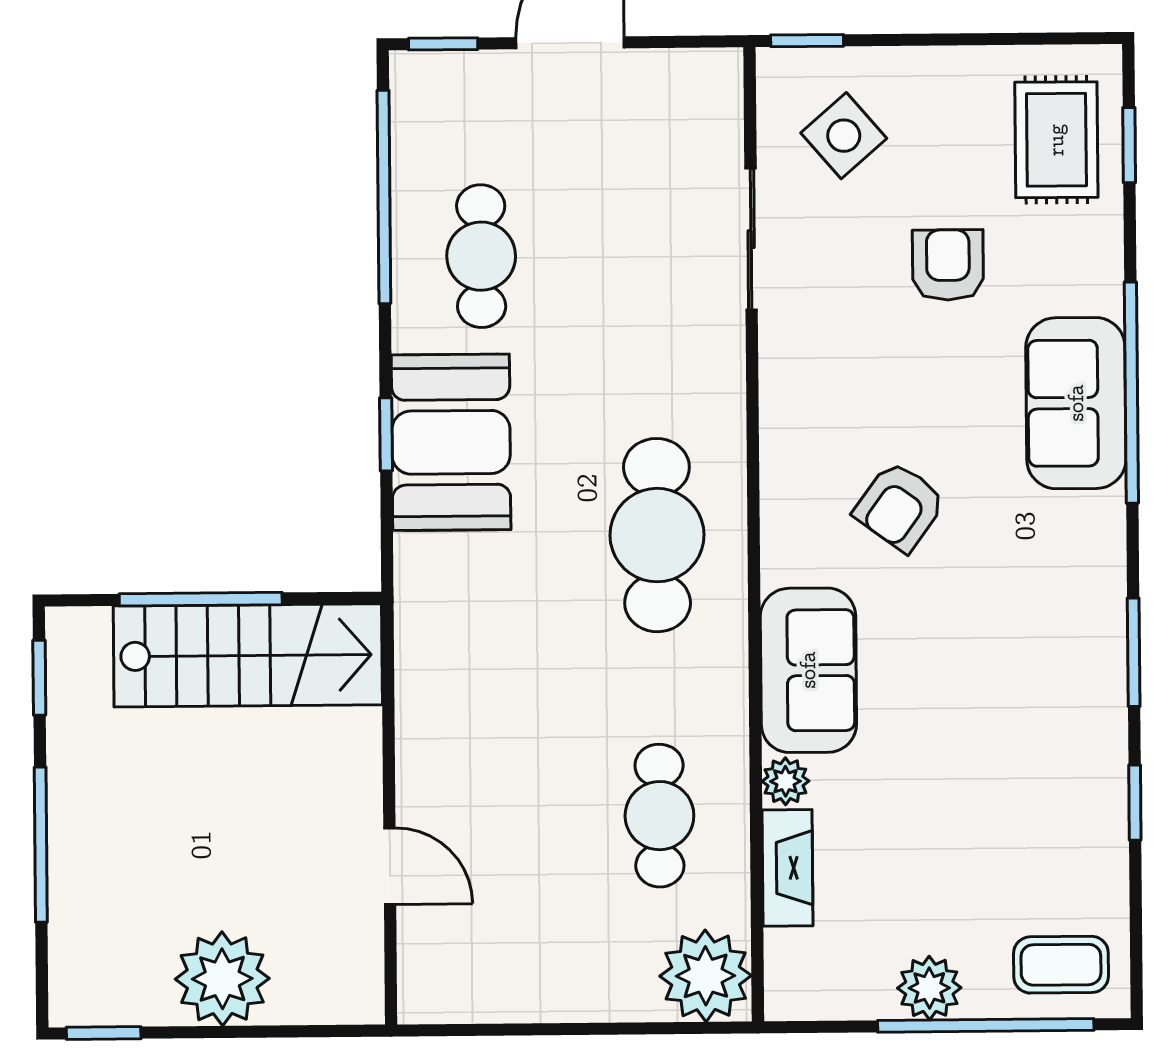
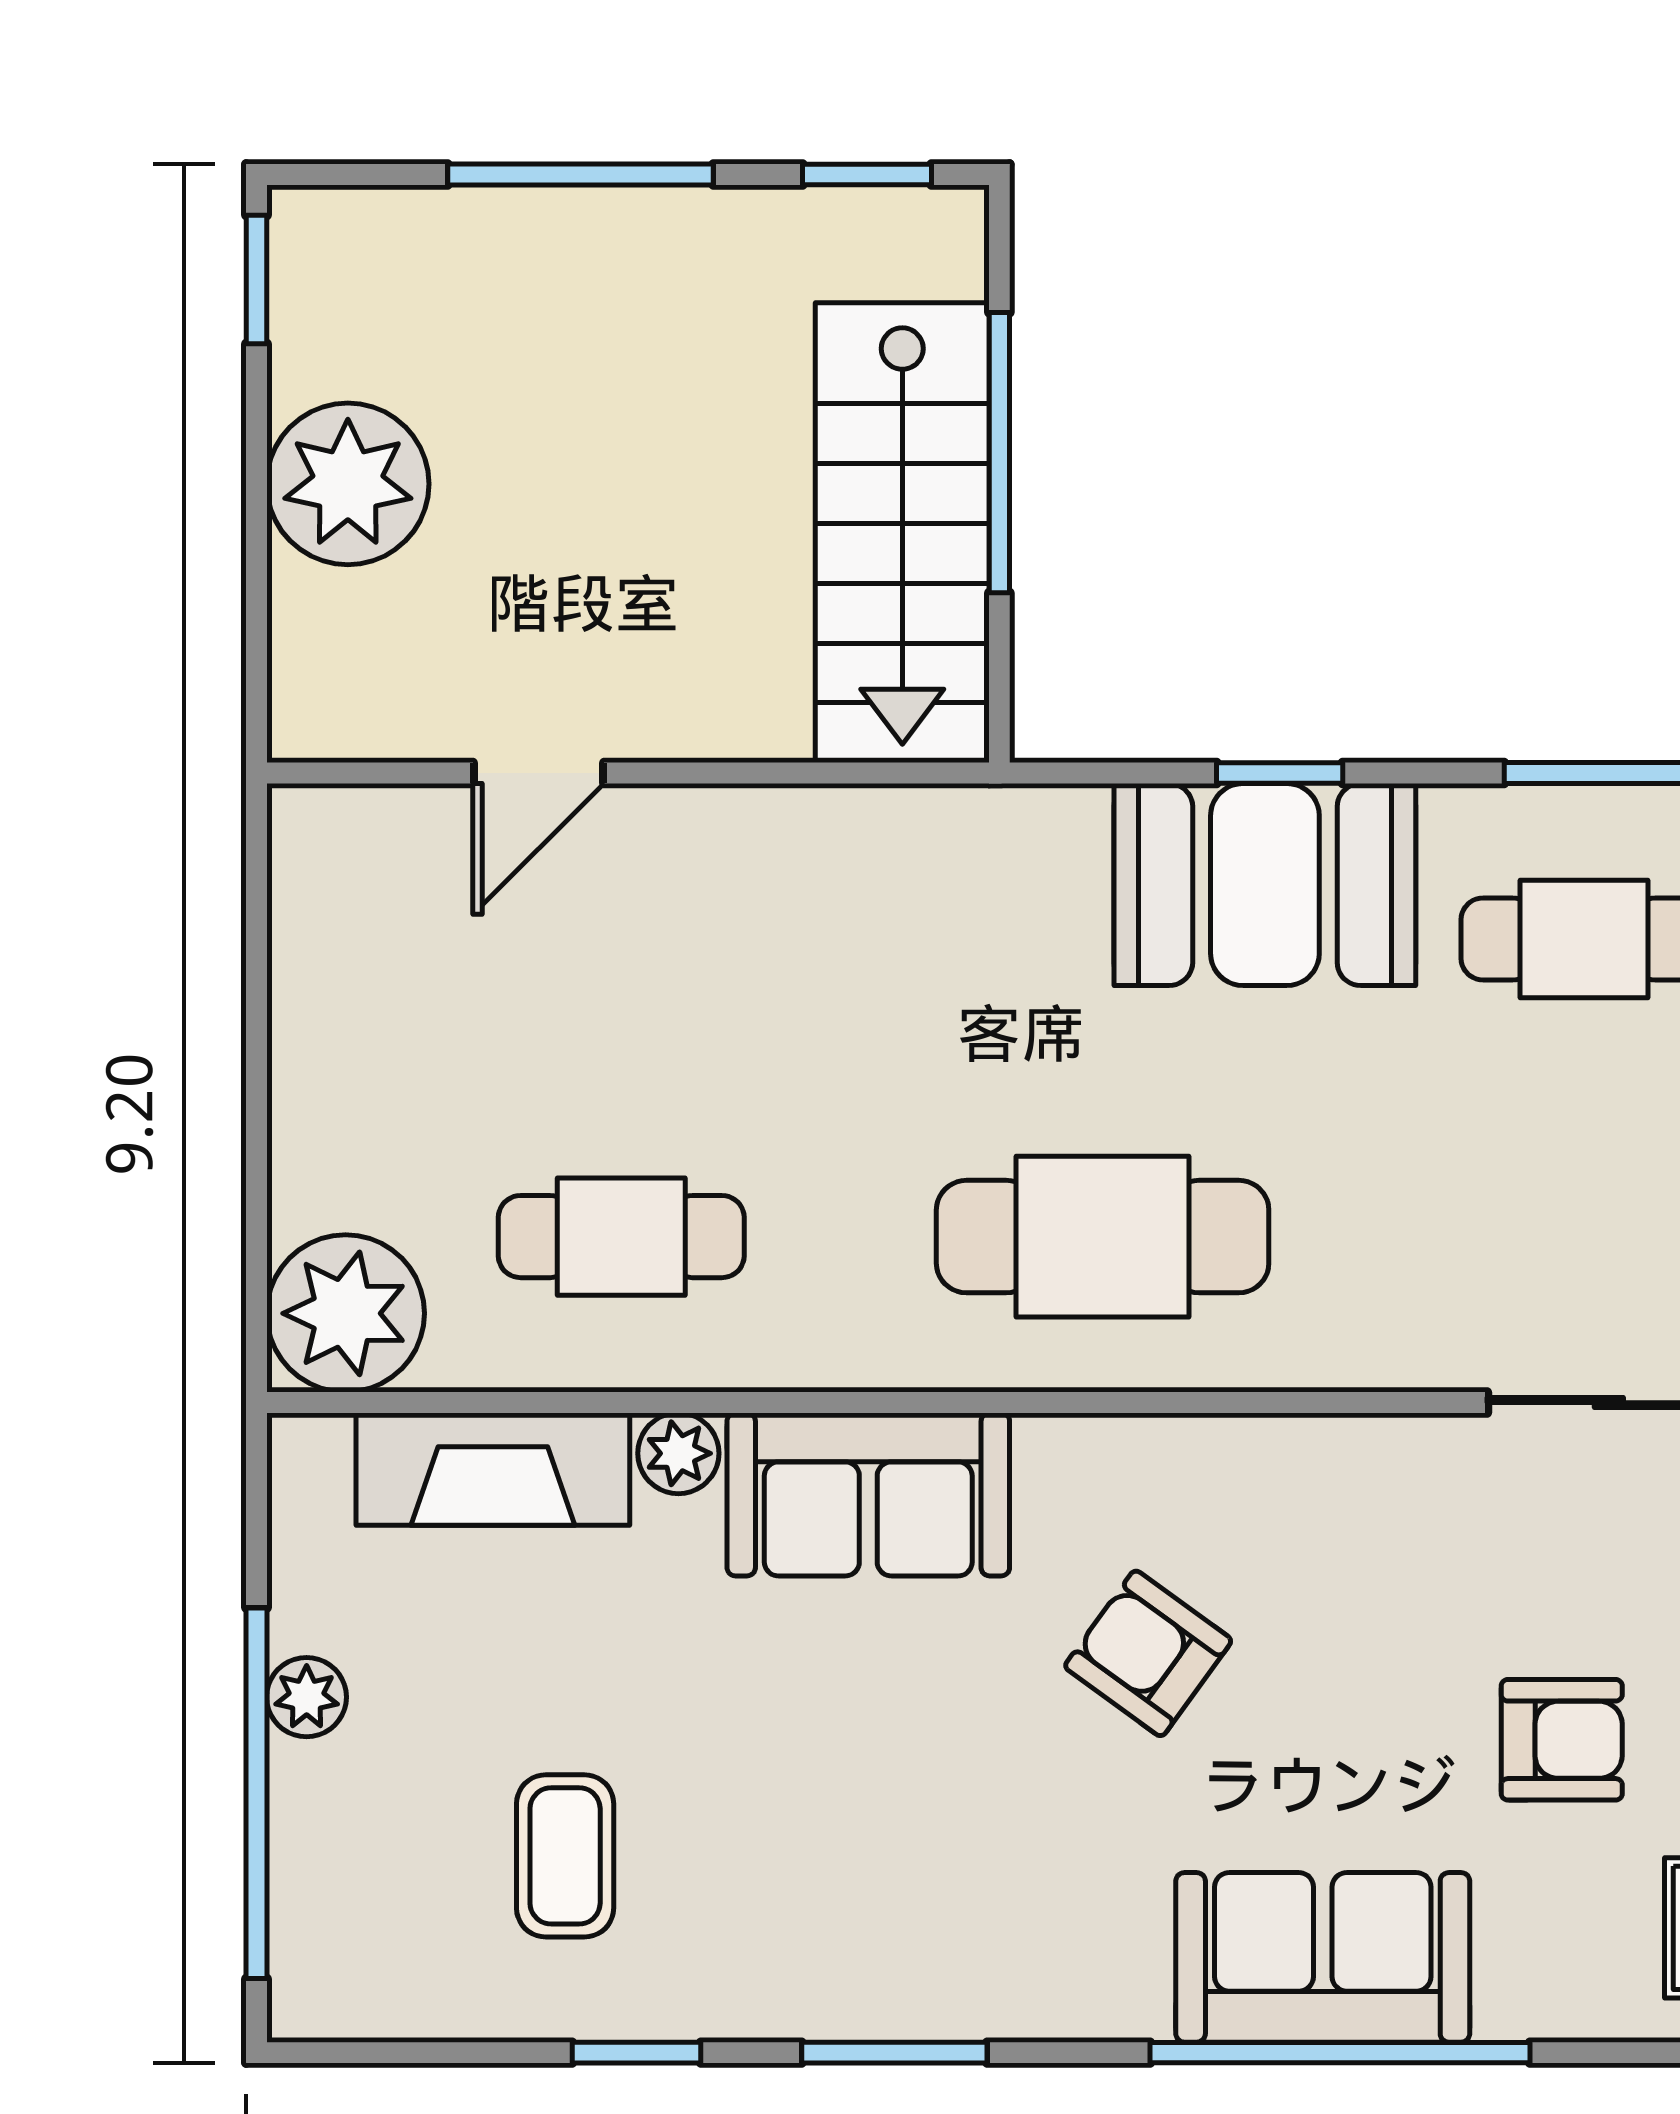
fireplace: (787, 868) -> (493, 1469), width x1.37, depth x1.32
coffee table: (1061, 965) -> (565, 1856), moved
plant: (929, 988) -> (307, 1697), width x0.73, depth x0.73

